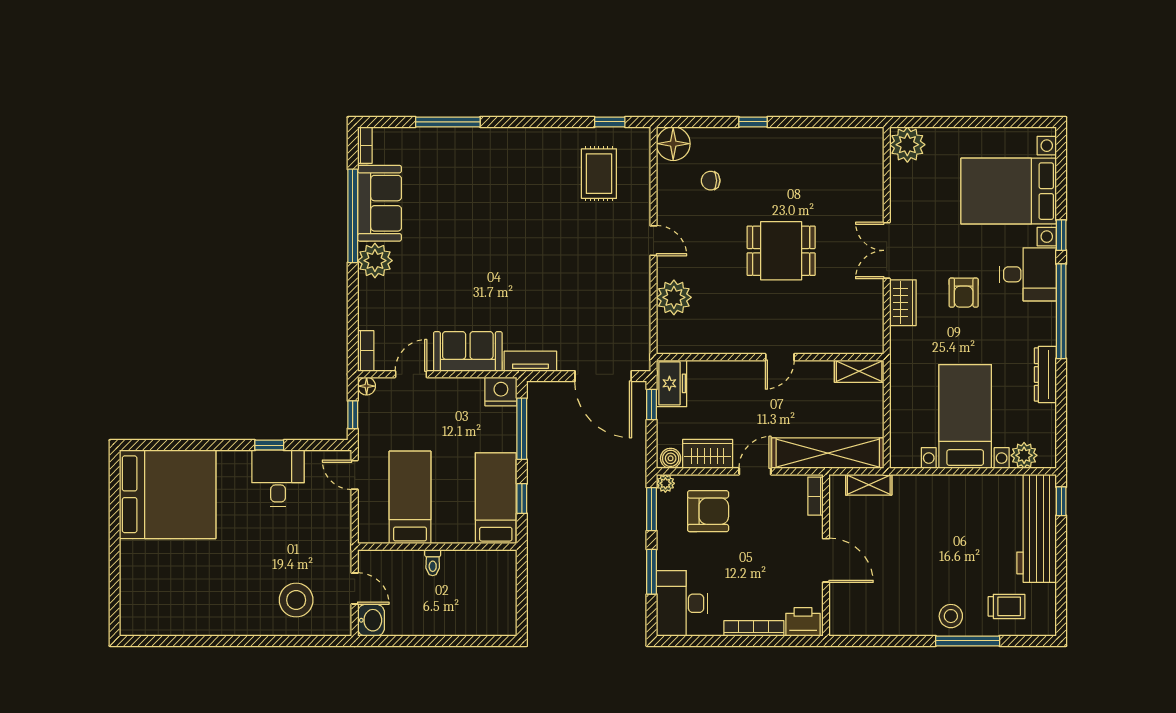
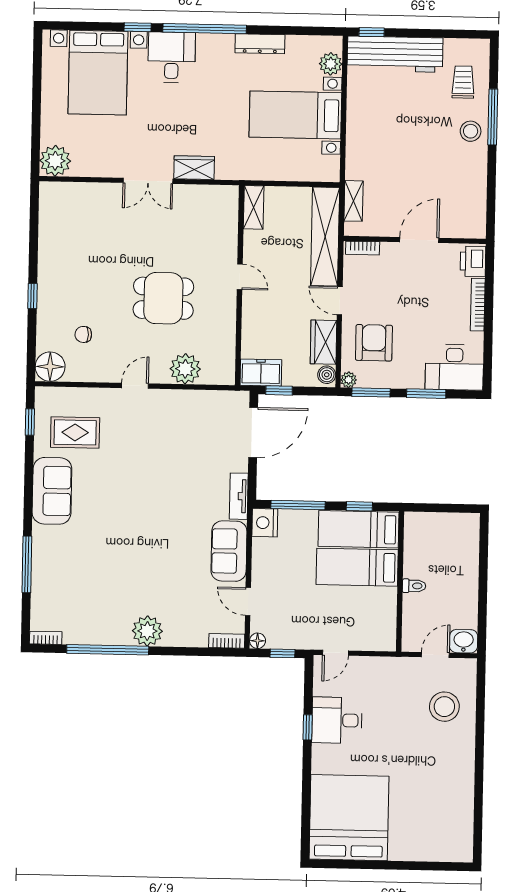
chair: (711, 181) -> (83, 334), turned 90
sofa: (380, 203) -> (52, 491), moved, turned 90
dining table: (781, 251) -> (163, 298), moved, turned 90
armchair: (964, 293) -> (186, 114), removed
bed: (410, 497) -> (357, 567), moved

